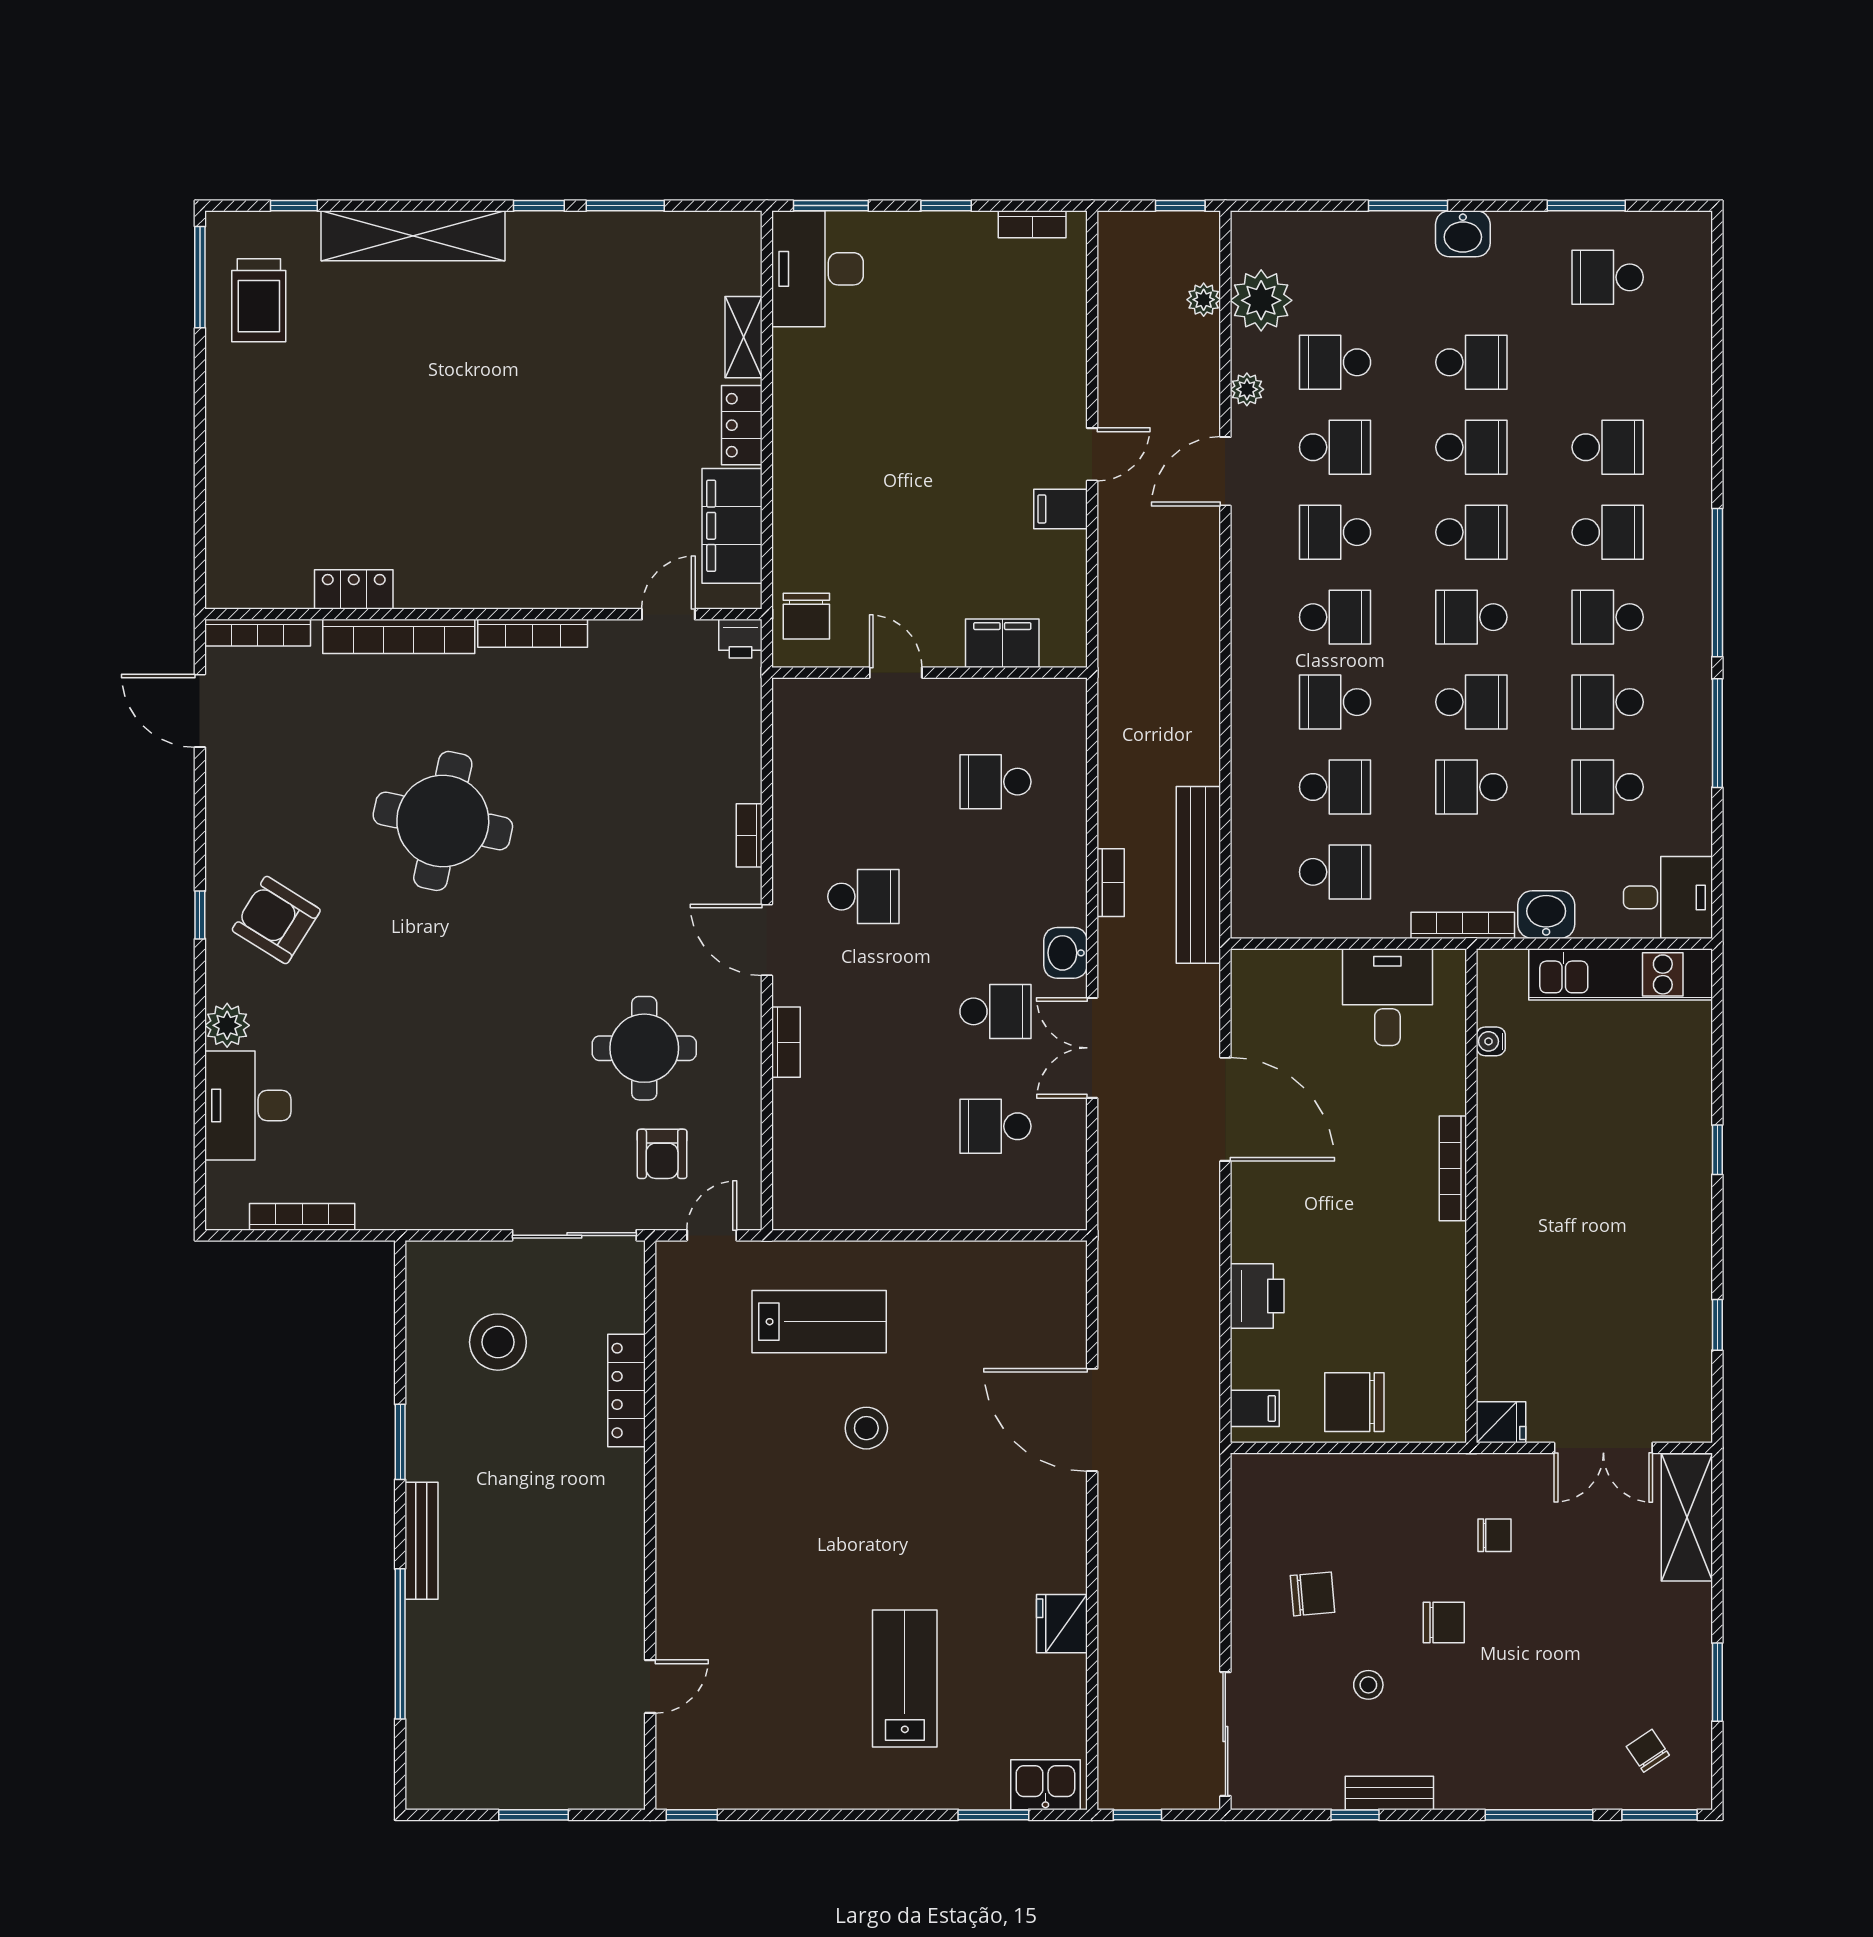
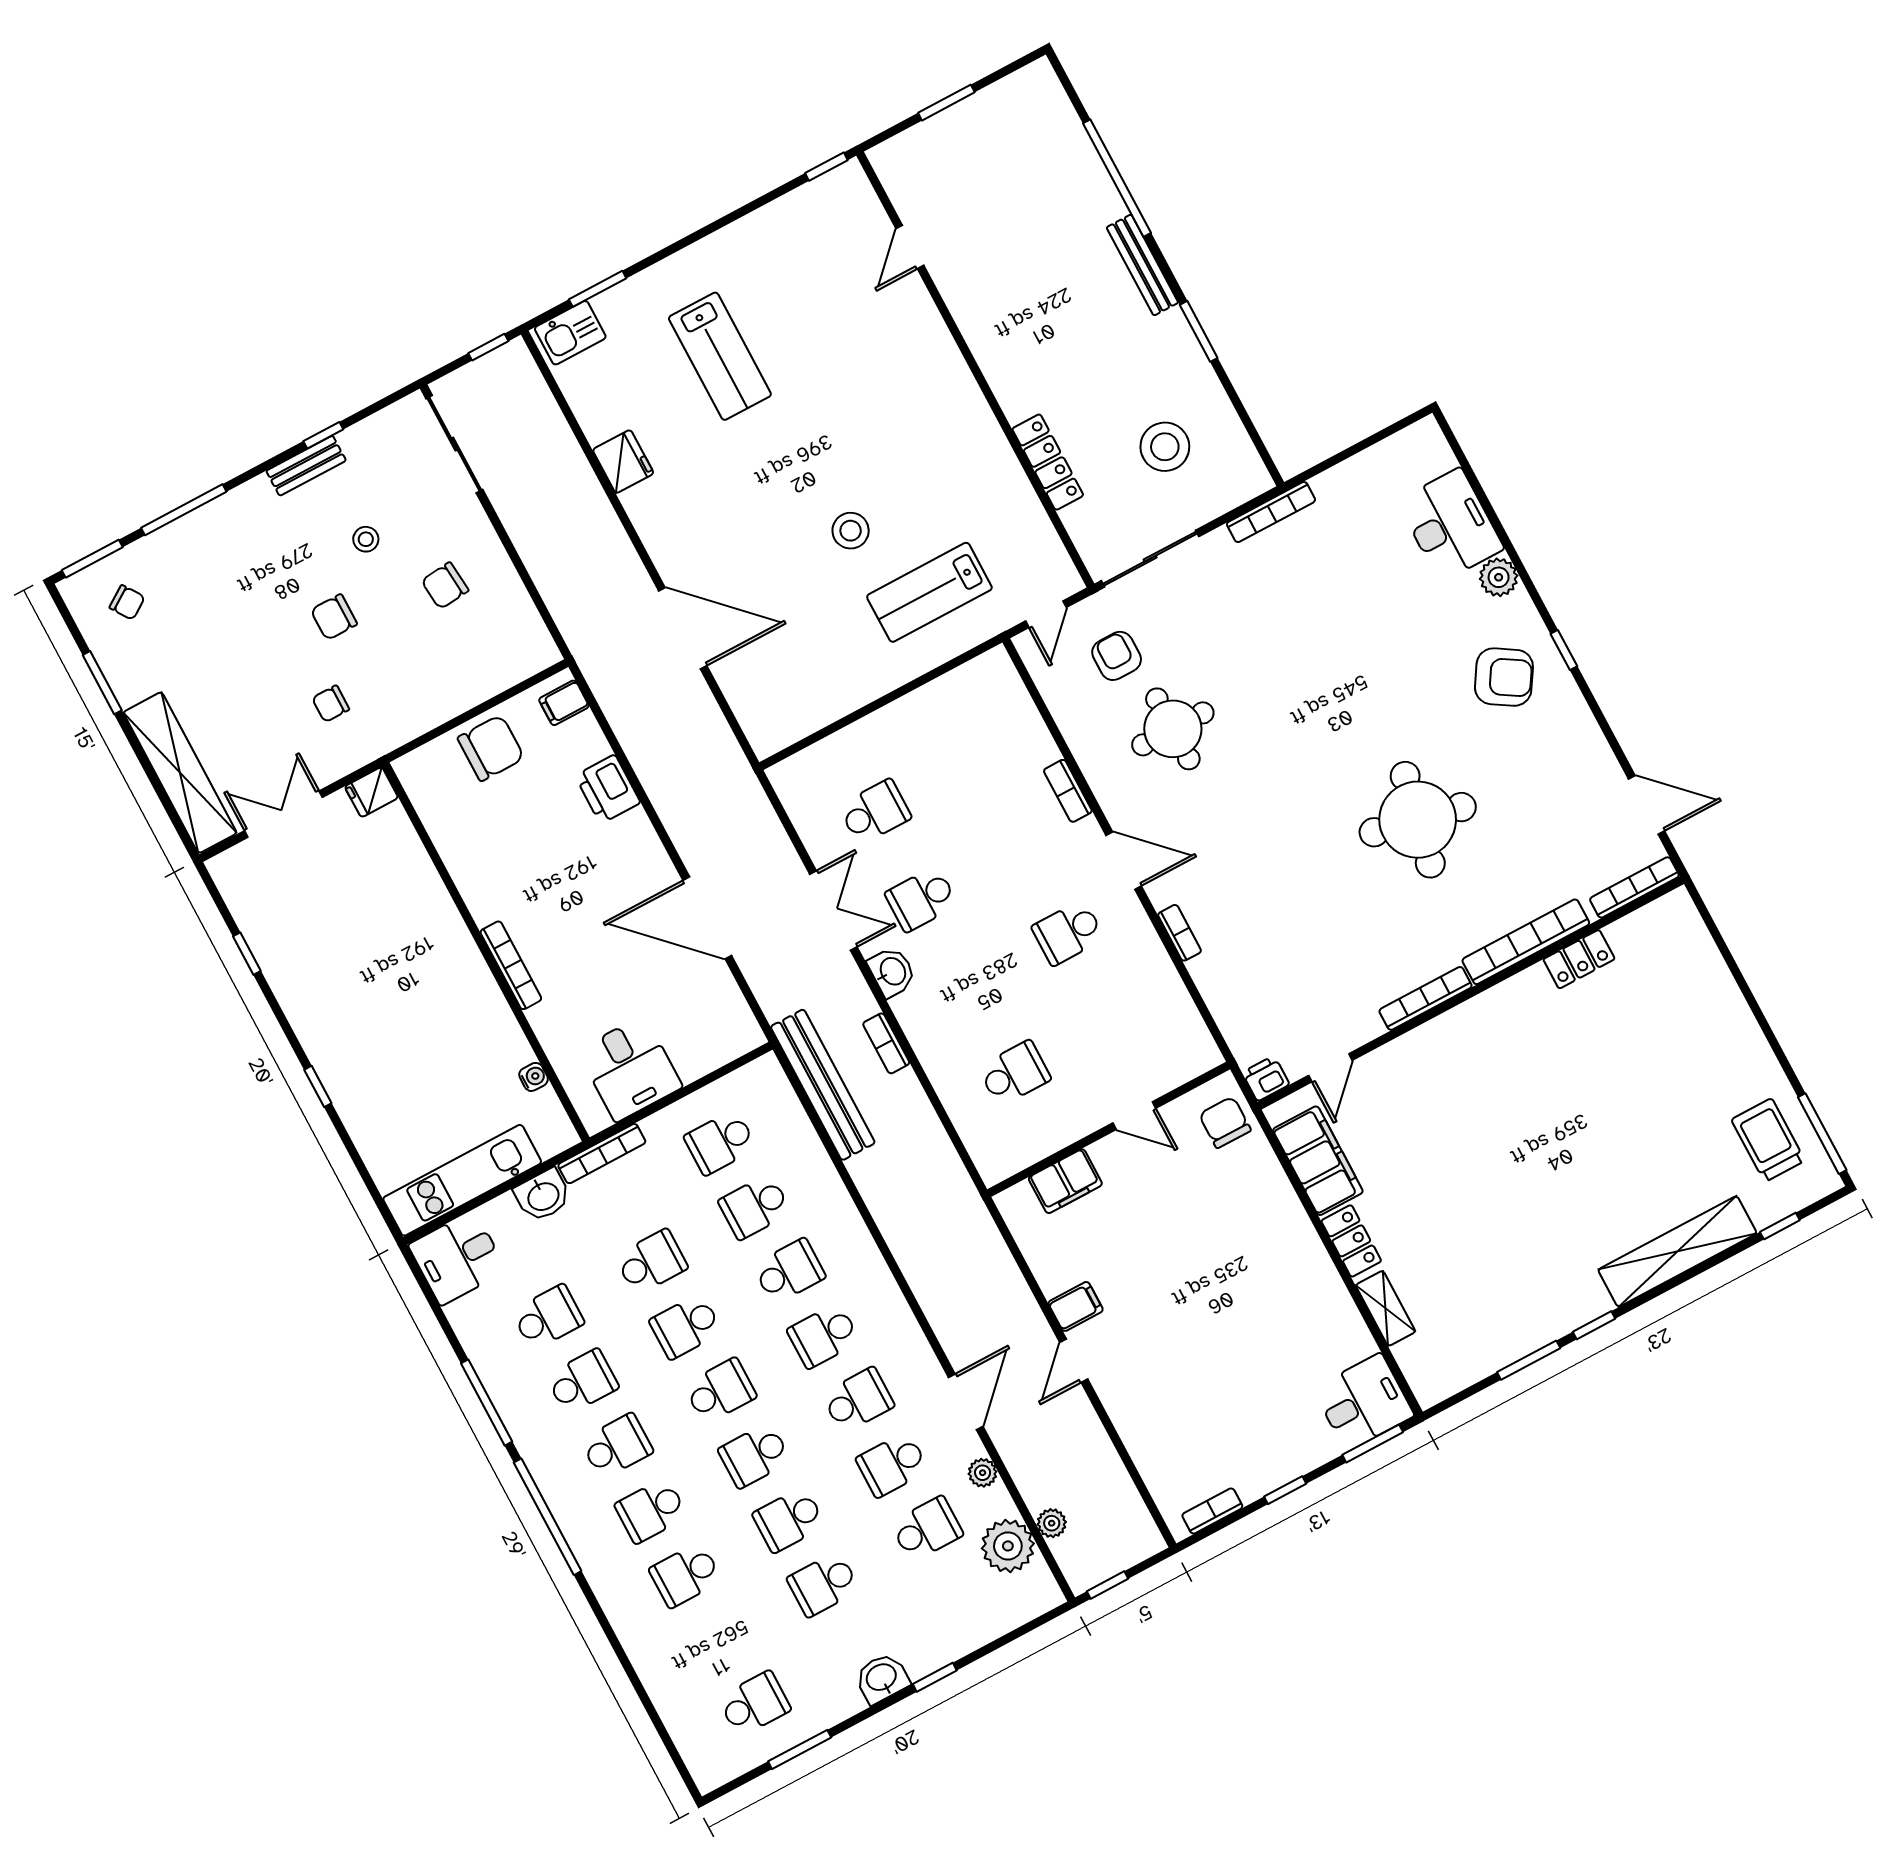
window: (1408, 206) -> (935, 1677), width x0.67
desk: (818, 269) -> (1363, 1402), width x0.73
bookcase: (302, 1217) -> (1271, 512), moved
shelving: (1687, 1517) -> (180, 773), width x1.47

